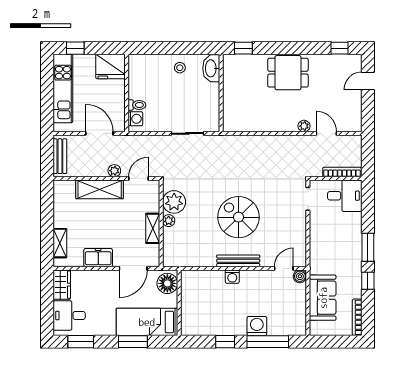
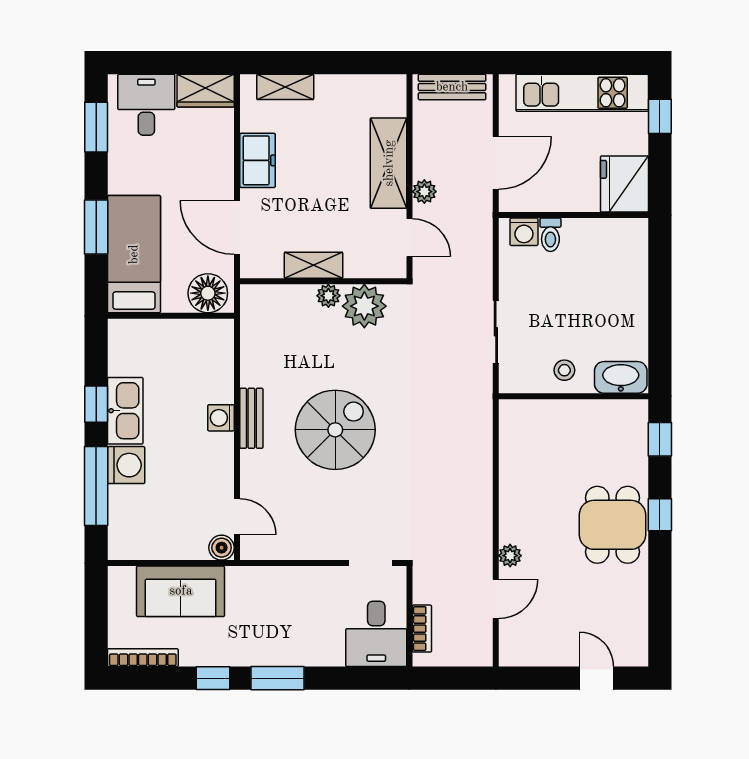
window: (340, 48) -> (660, 515), moved
stool: (180, 68) -> (564, 370), moved
bookcase: (342, 172) -> (422, 629), width x0.64
bench: (238, 261) -> (251, 418), width x0.73
kitchen sink: (229, 326) -> (125, 411), added

